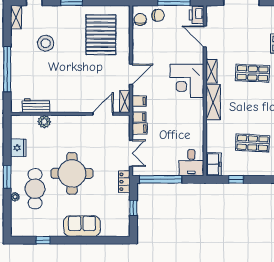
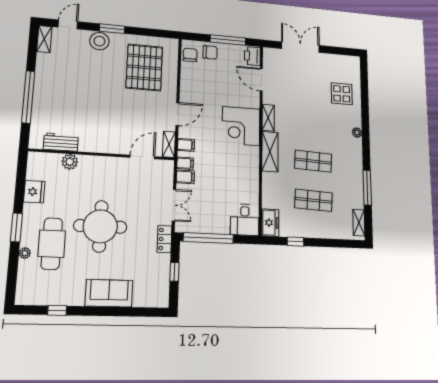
stool: (46, 43) -> (99, 41), moved
shop shelf: (252, 73) -> (313, 161), moved

